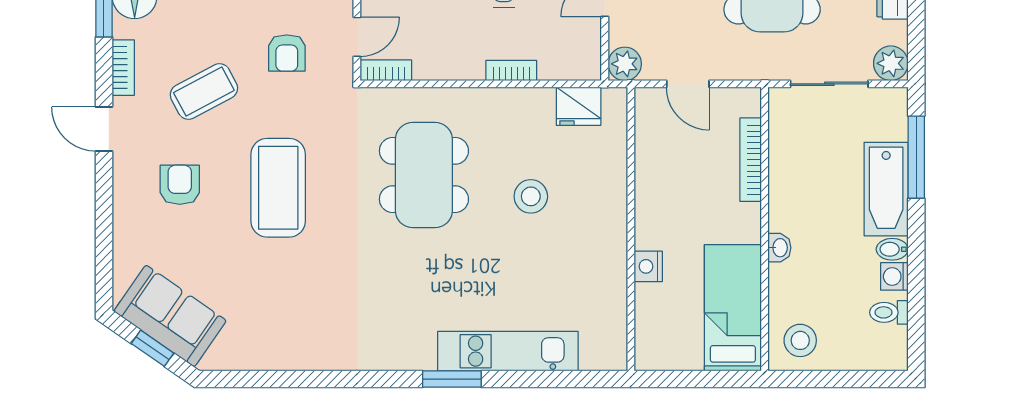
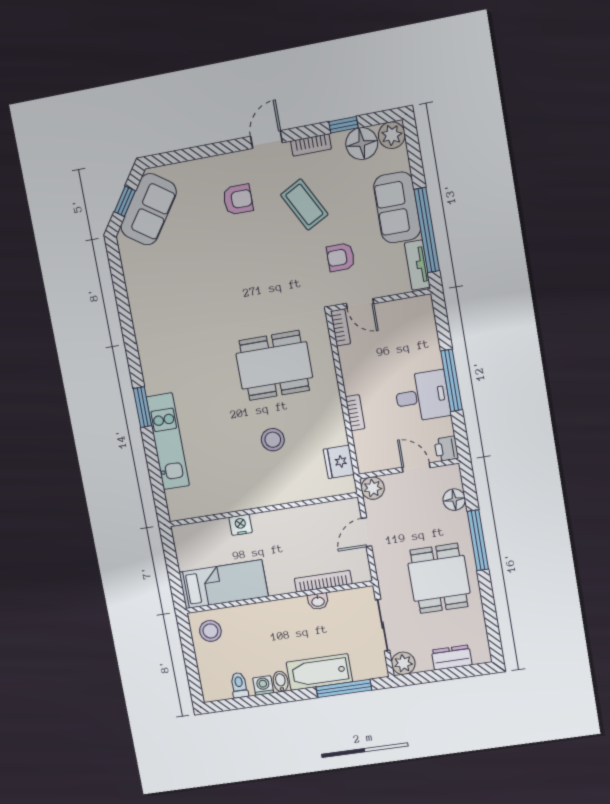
coffee table: (278, 188) -> (248, 268), removed
washbasin: (779, 248) -> (318, 601), moved

